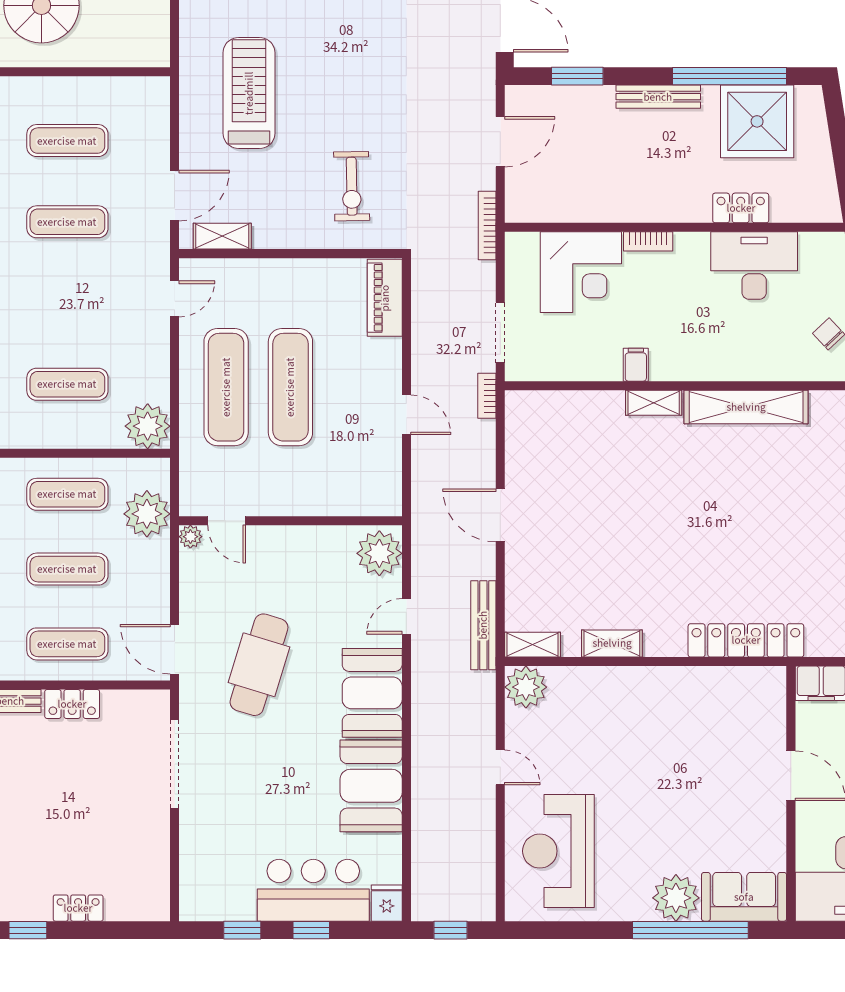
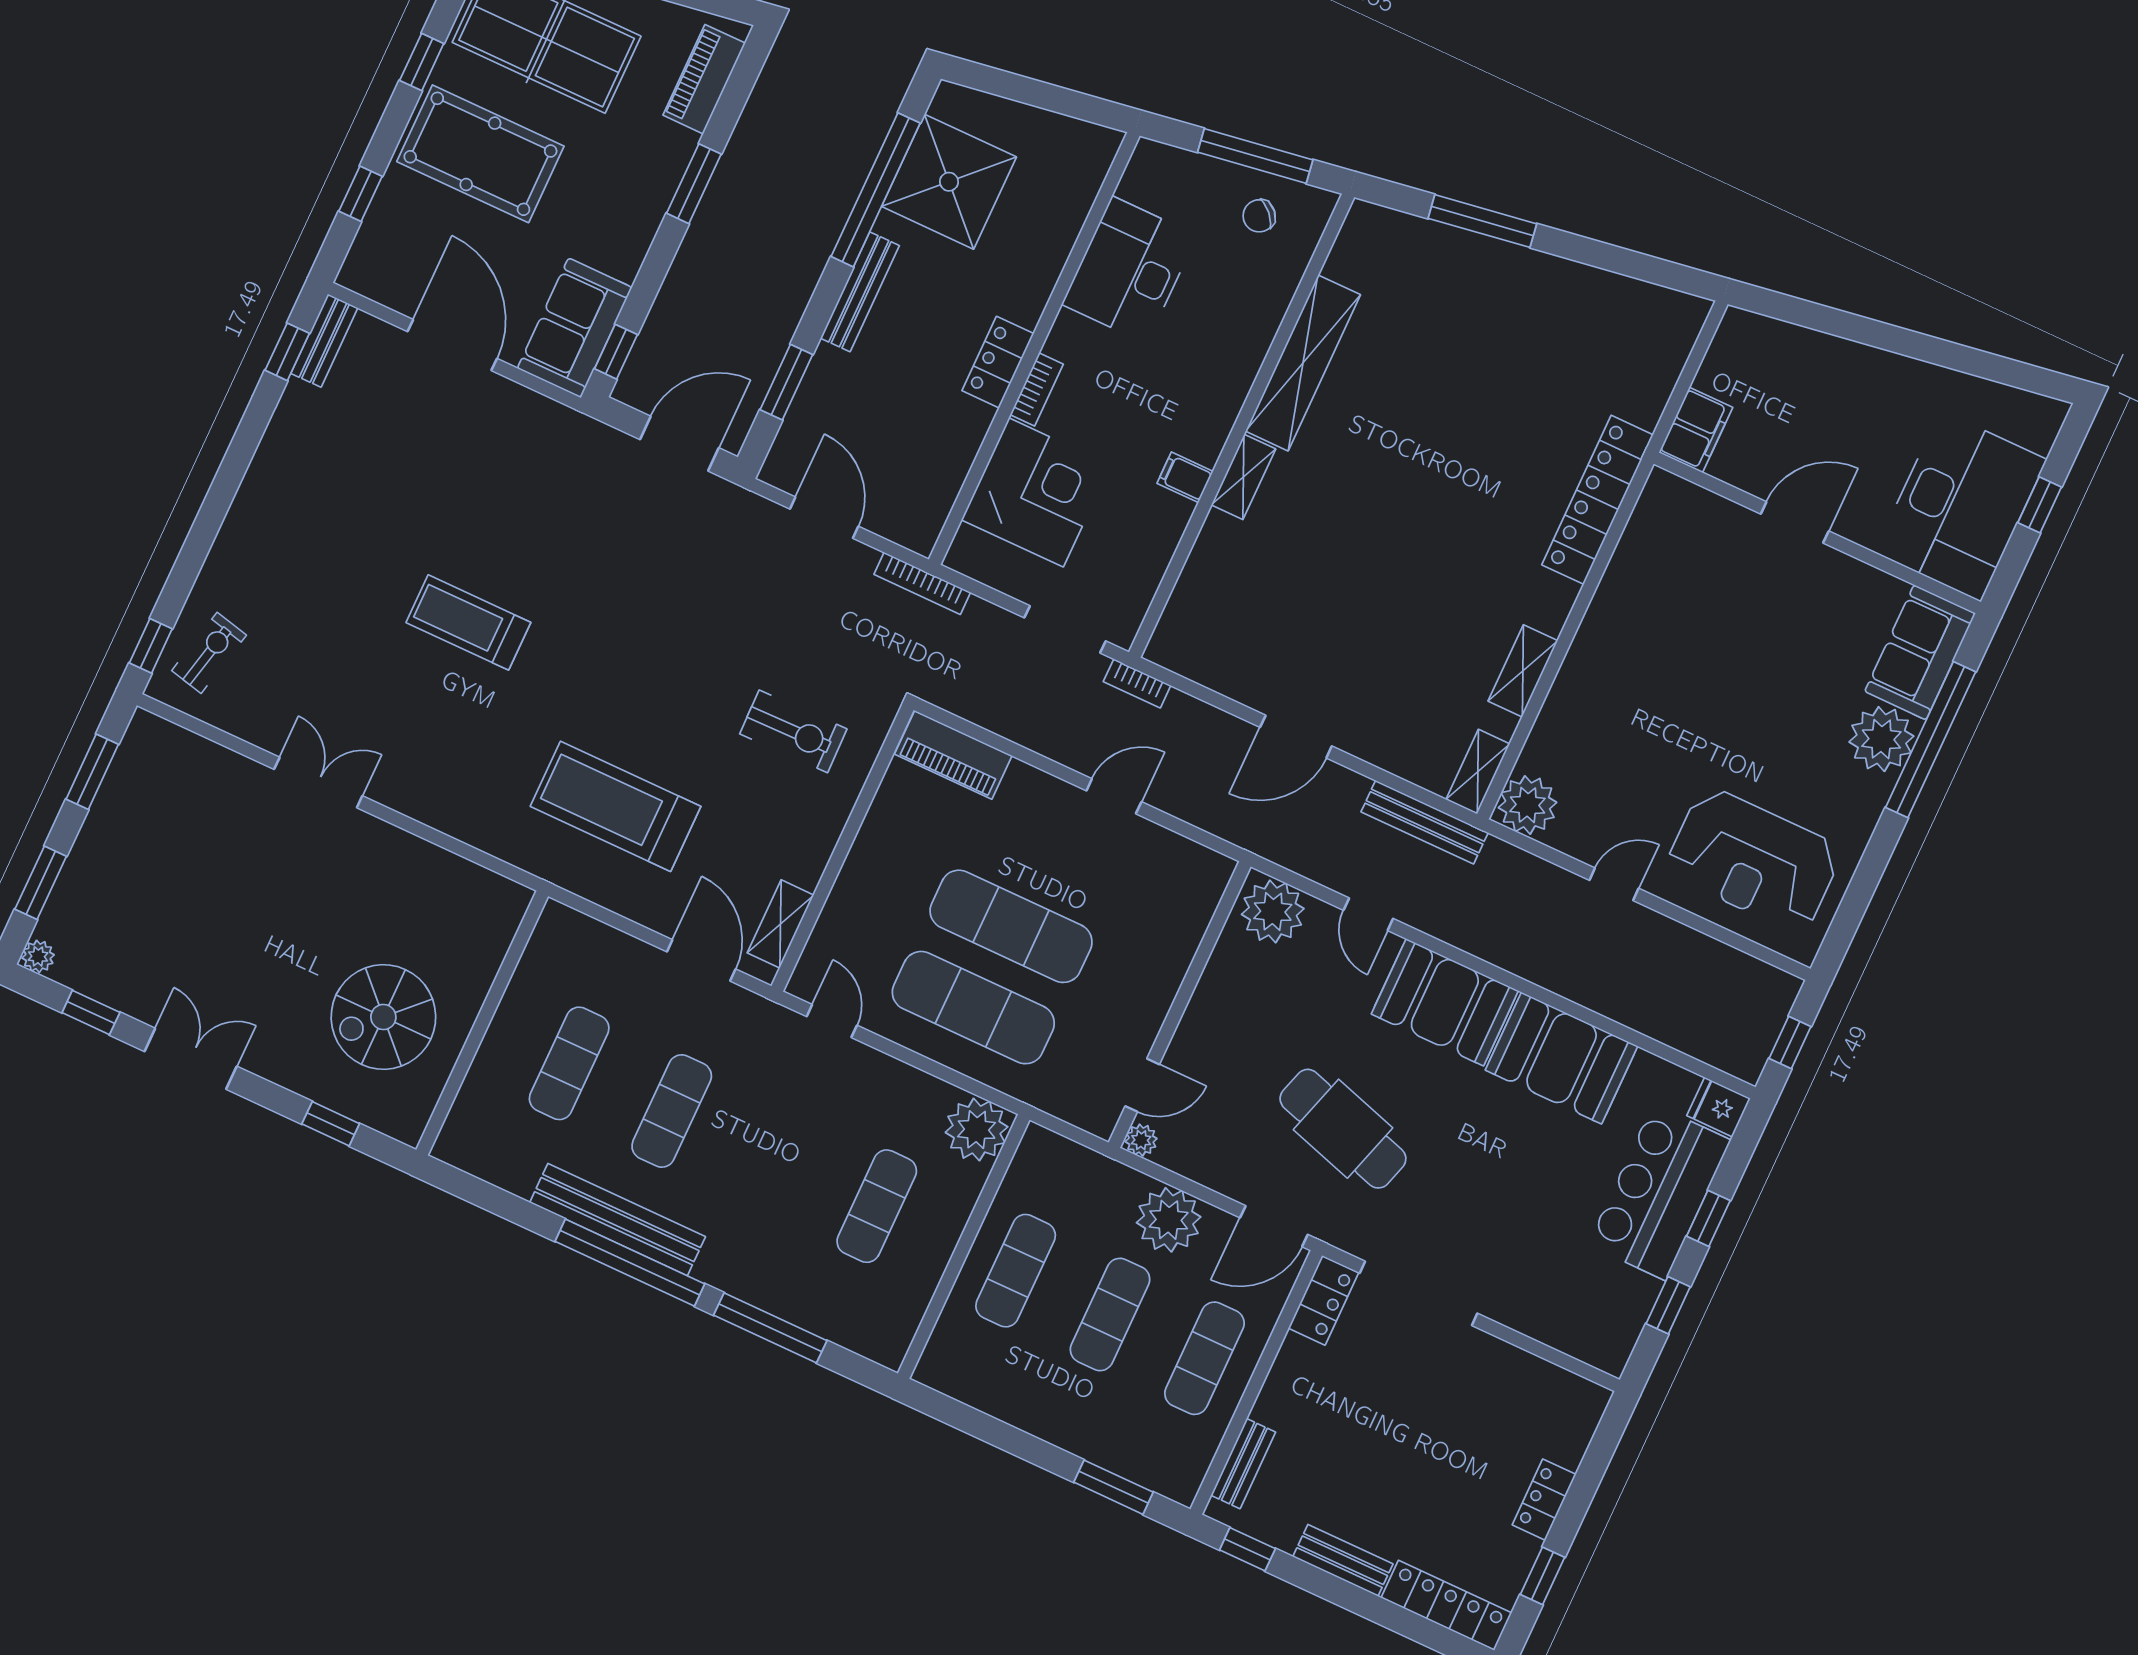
locker: (741, 208) -> (998, 362), moved
plant: (147, 514) -> (1169, 1220), moved
locker: (72, 704) -> (1324, 1300), moved

